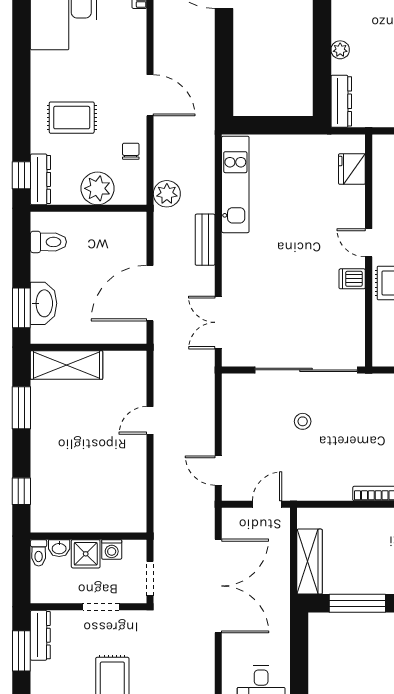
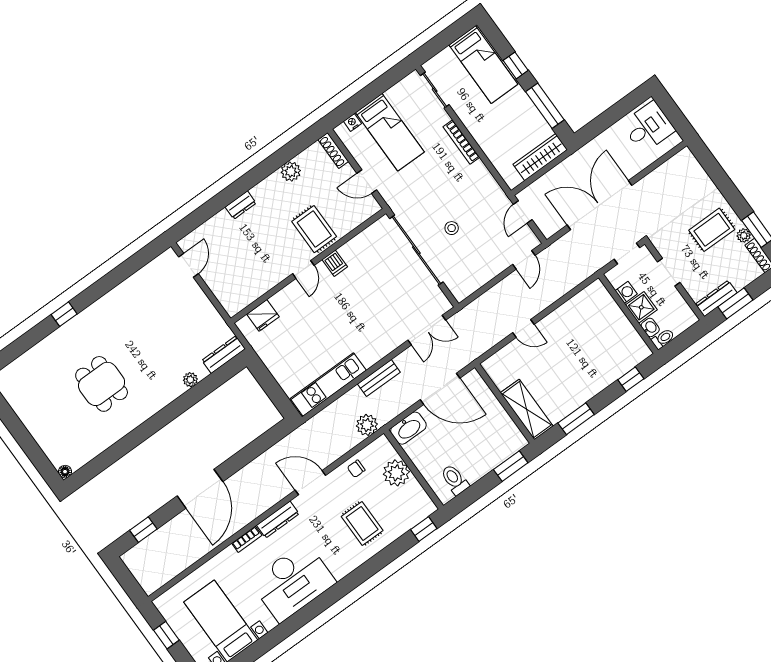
door: (150, 95) -> (310, 483), hinge flipped
dresser: (40, 179) -> (278, 520), moved, turned 180
washbasin: (44, 303) -> (408, 428), moved, turned 180
door: (267, 504) -> (523, 212), hinge flipped

